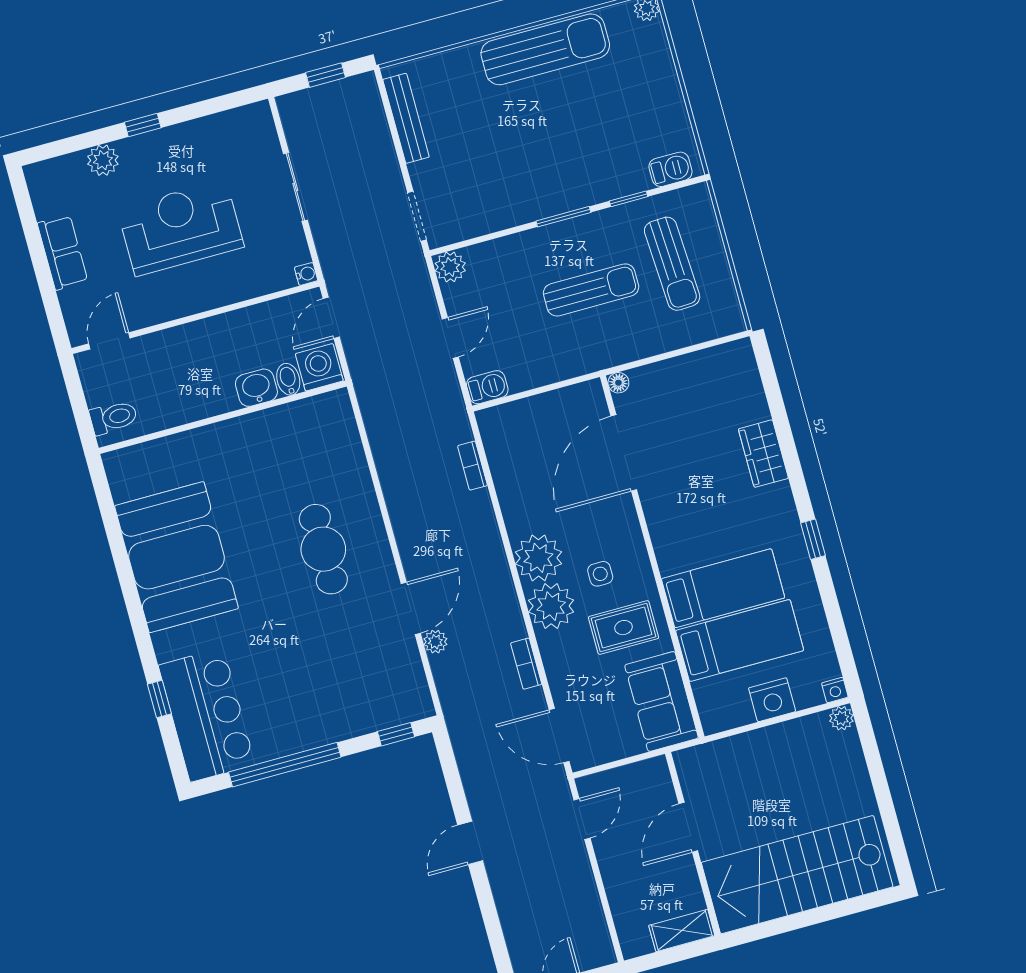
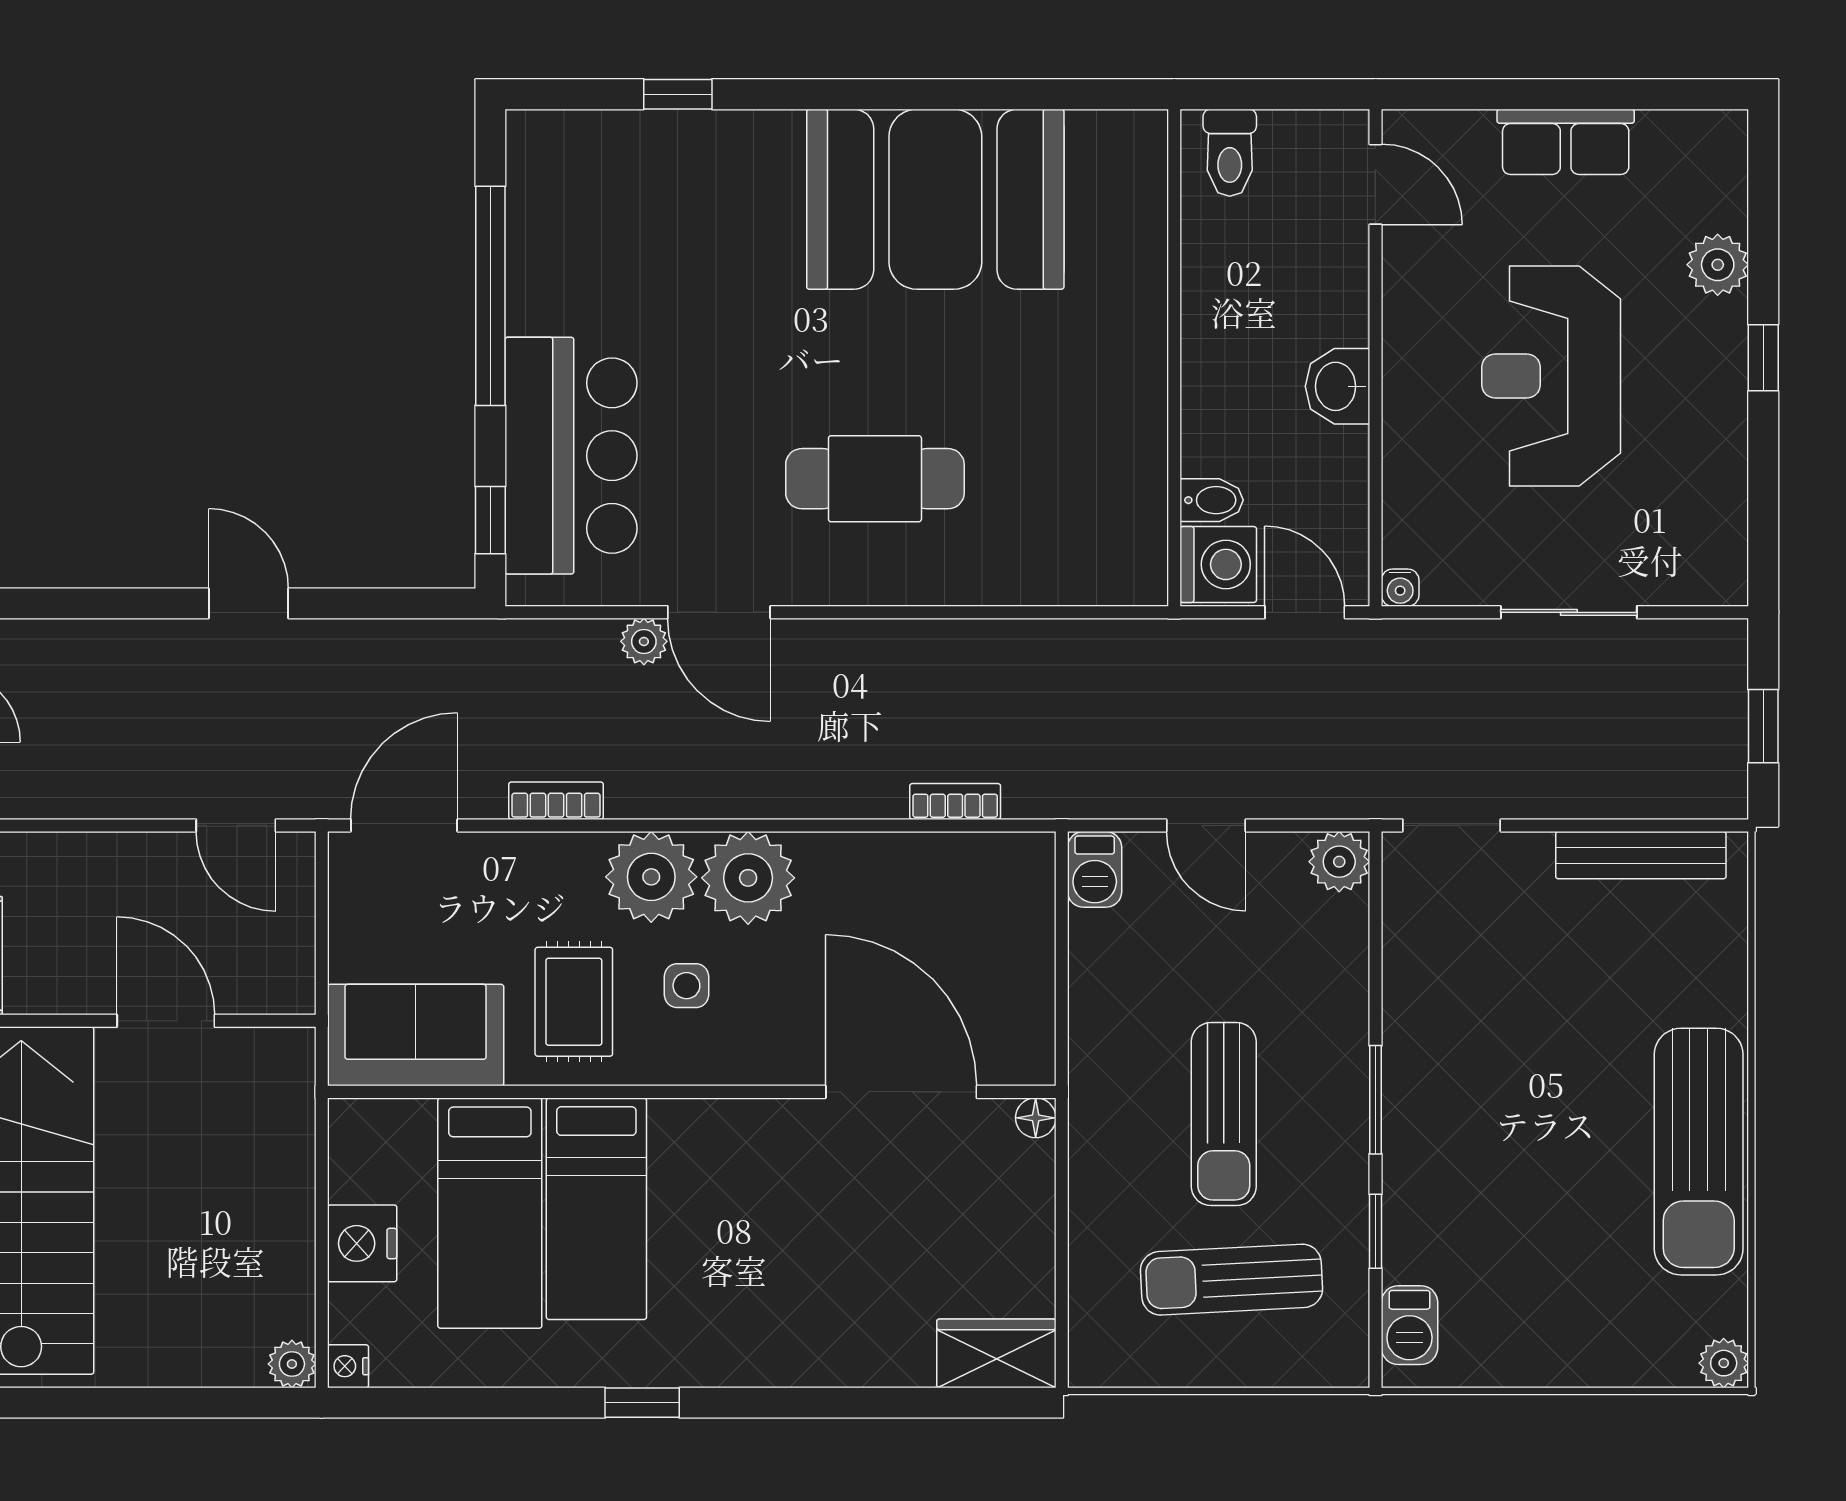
reception desk: (181, 228) -> (1551, 376), turned 180
washbasin: (256, 388) -> (1338, 386), moved, turned 180
wardrobe: (763, 454) -> (996, 1353), moved
bar counter: (207, 715) -> (571, 456), moved, turned -90

